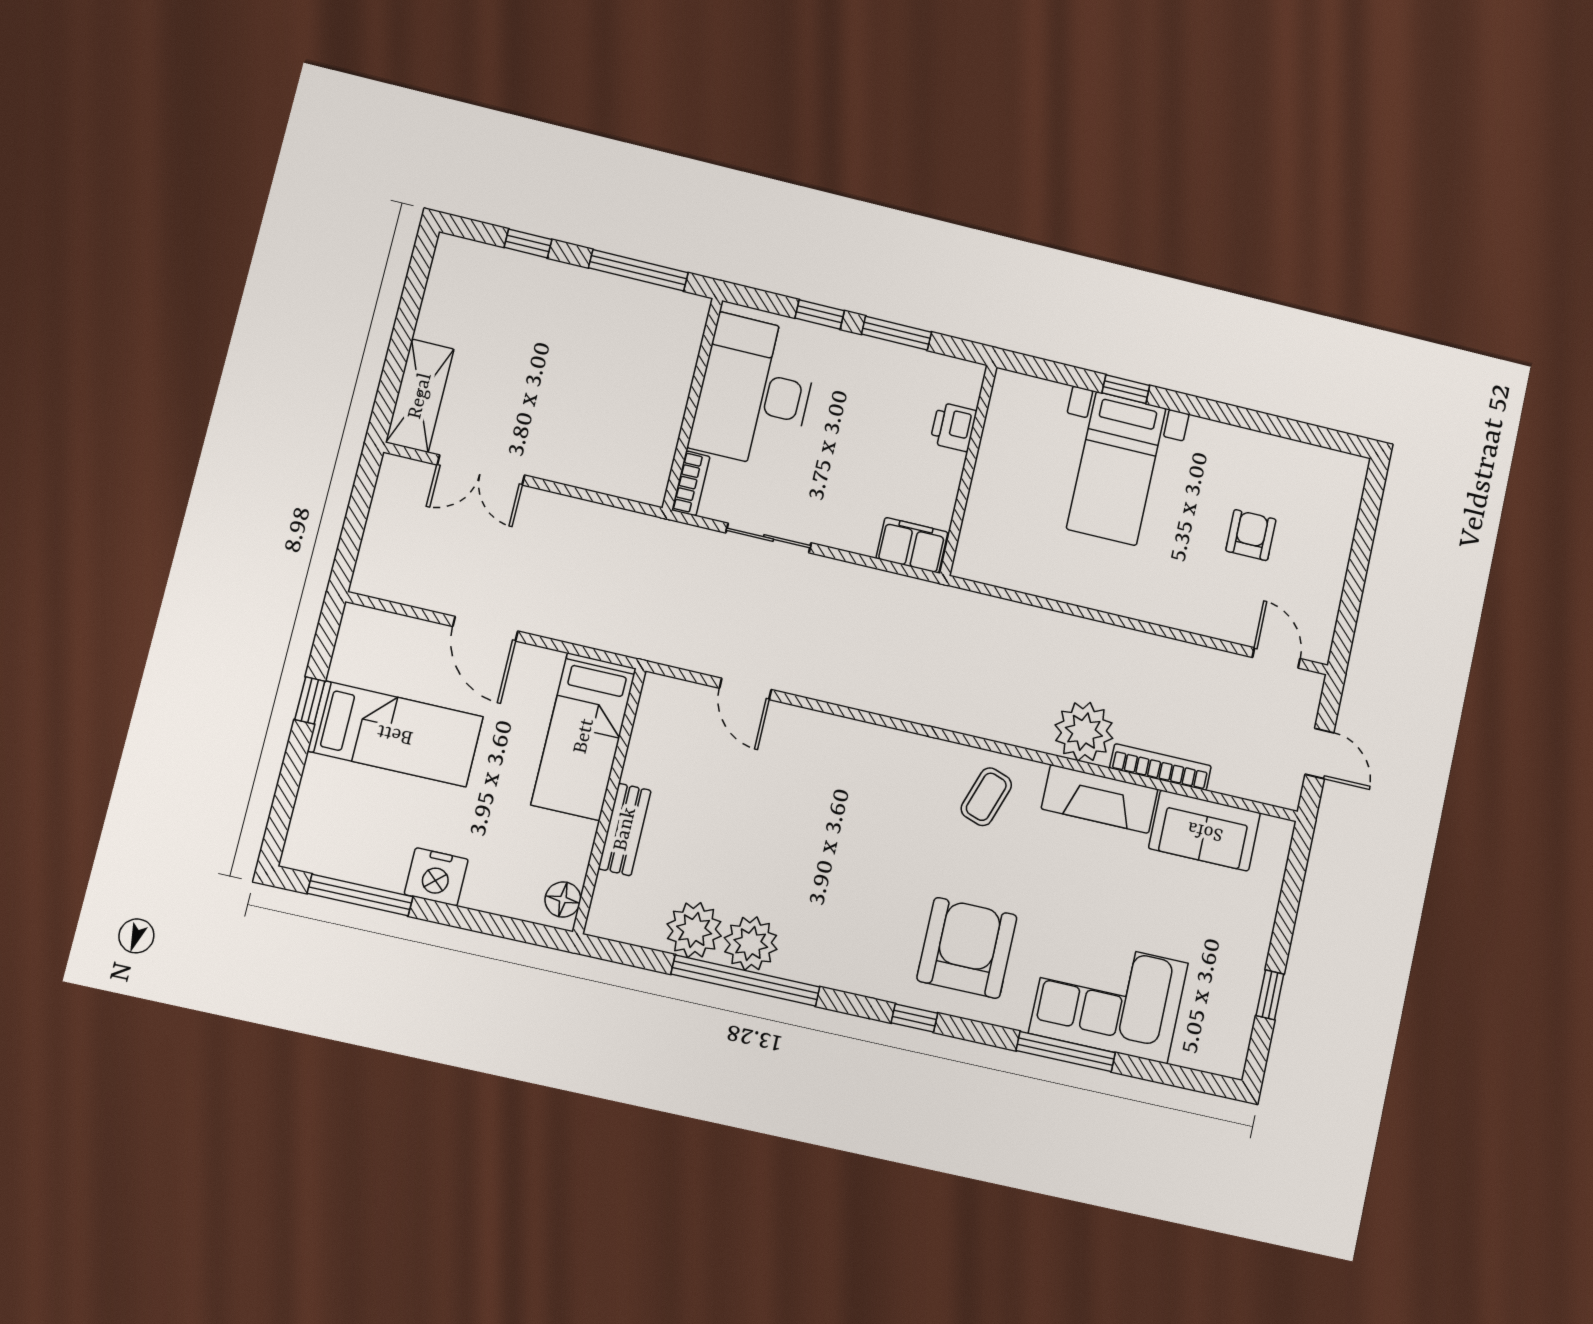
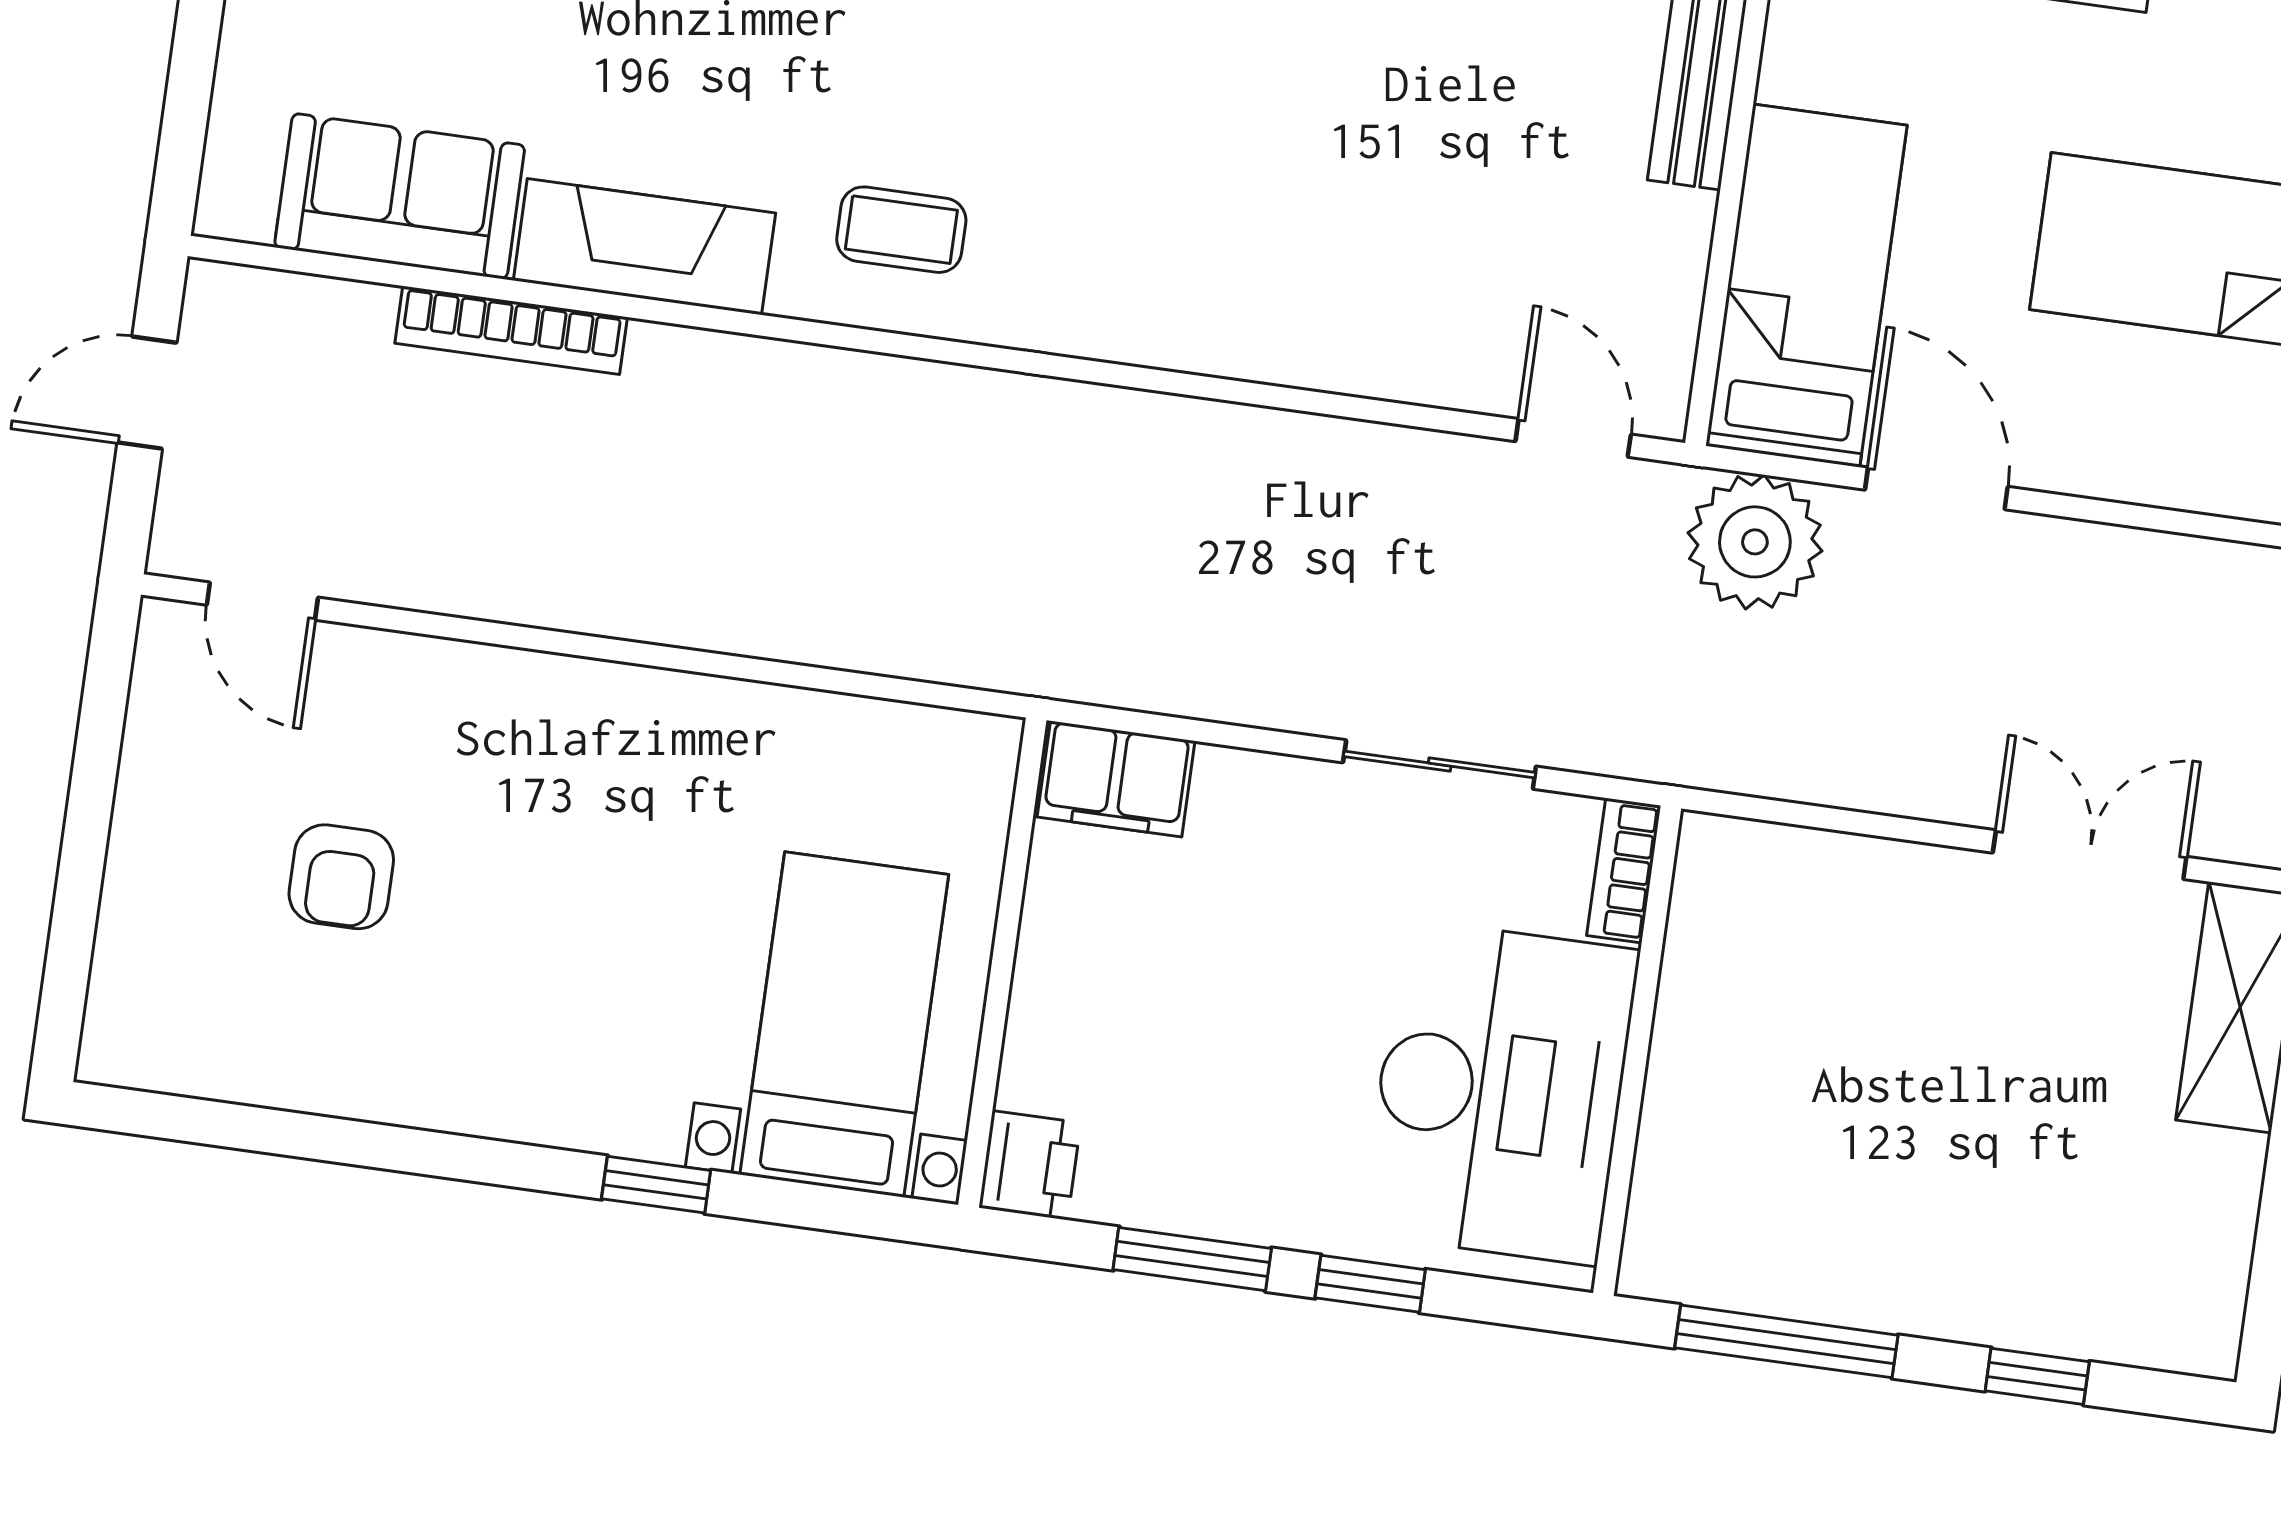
printer: (953, 427) -> (1030, 1165), moved
bed with nightstands: (1116, 468) -> (844, 1025), moved
door: (485, 629) -> (1936, 488), moved
door: (745, 689) -> (1573, 438), moved
plant: (1084, 732) -> (1755, 542), moved
door: (1319, 754) -> (147, 393), hinge flipped
coffee table: (986, 797) -> (901, 230), turned 71

